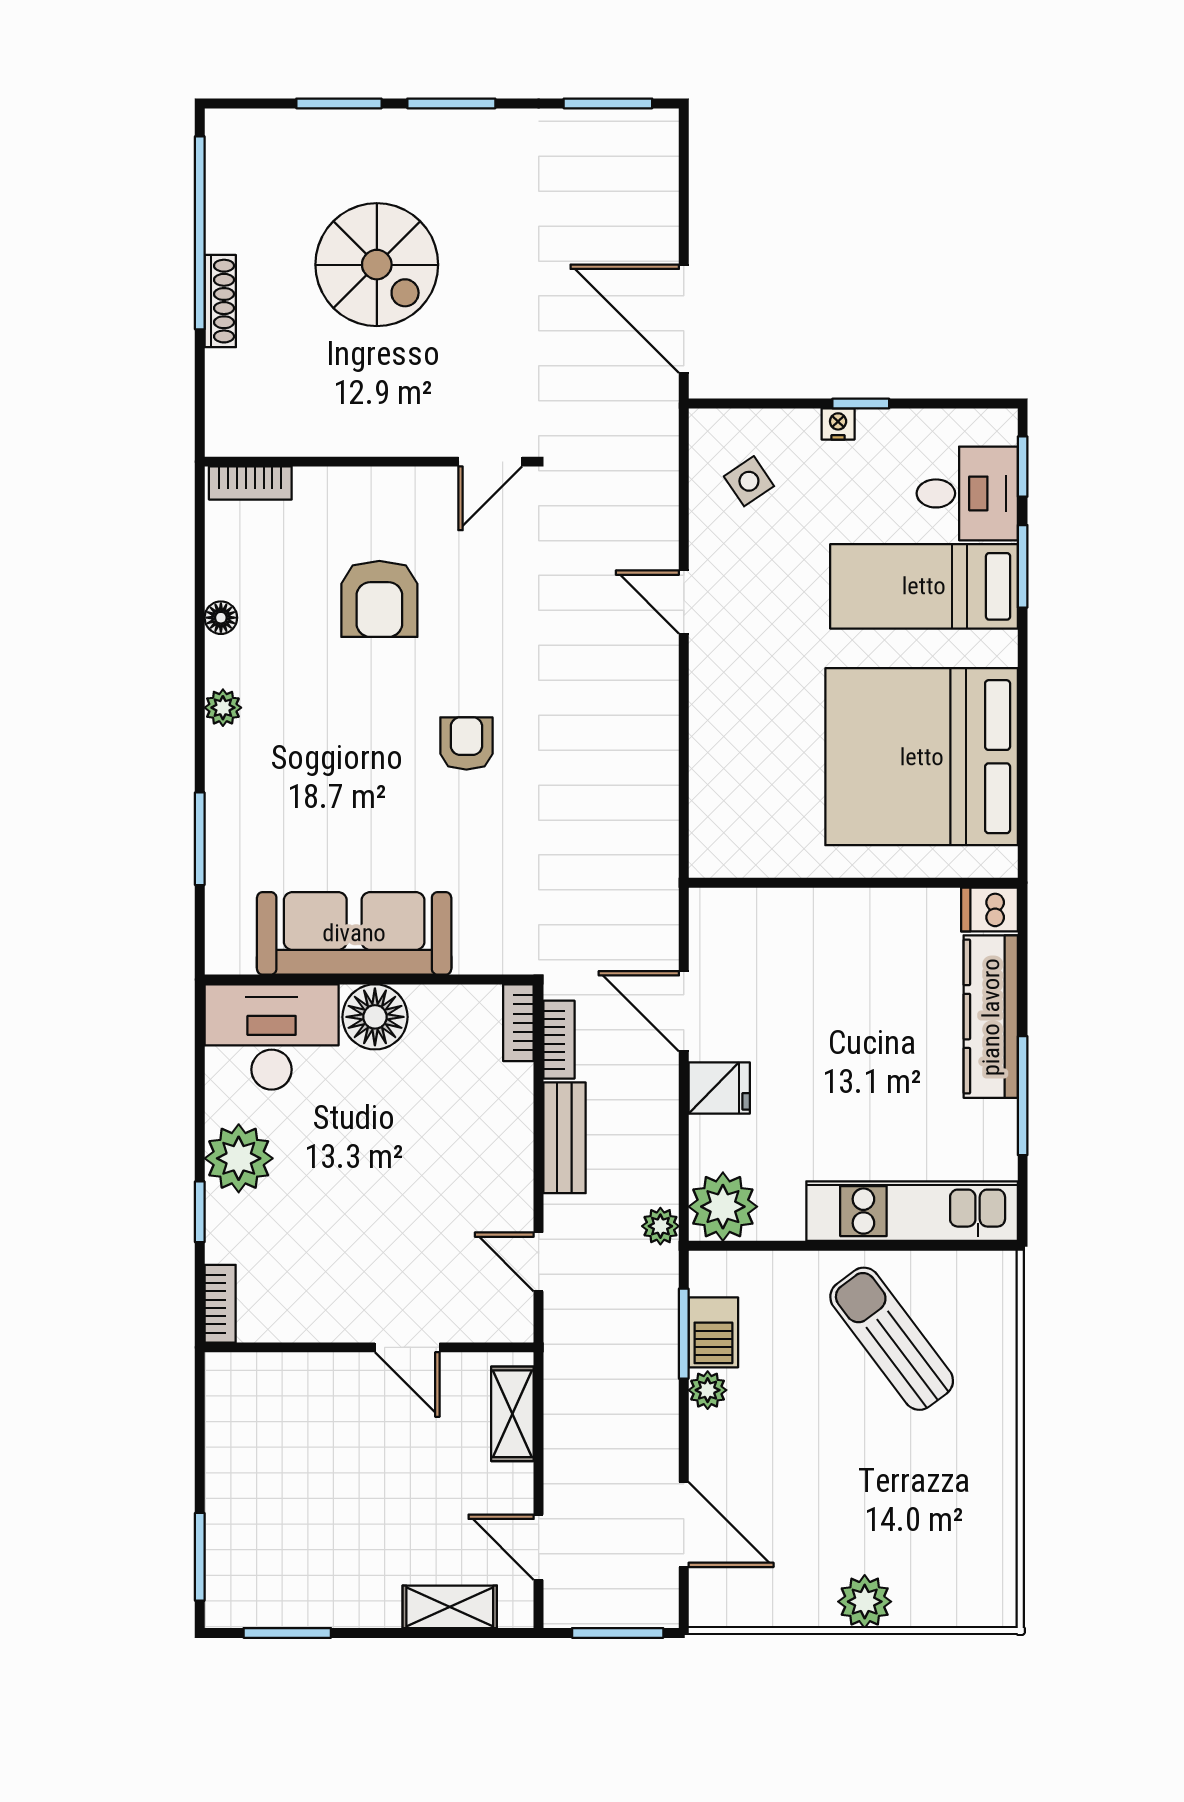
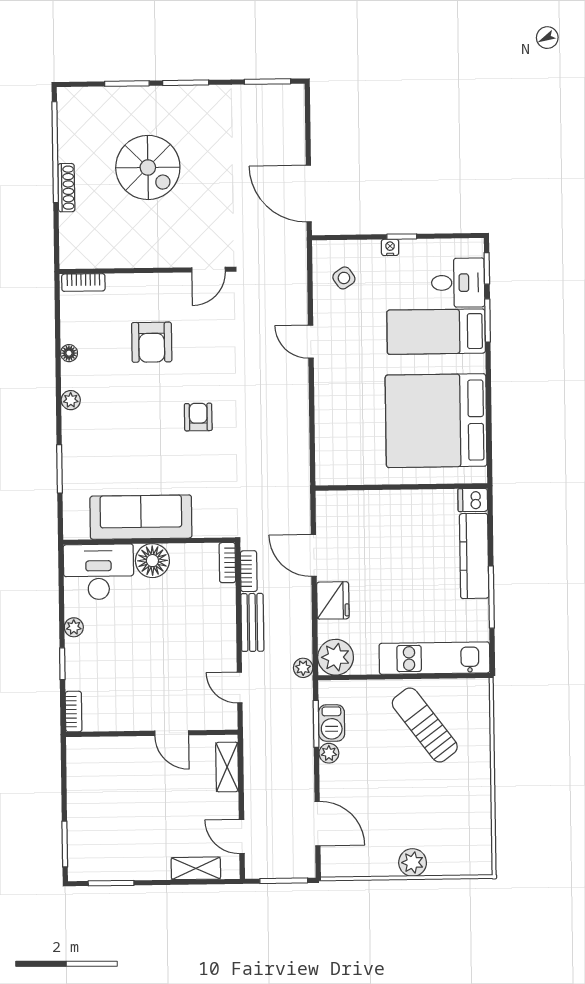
fridge: (719, 1088) -> (333, 600), width x1.38
plant: (239, 1158) -> (74, 627), width x0.53, depth x0.53

